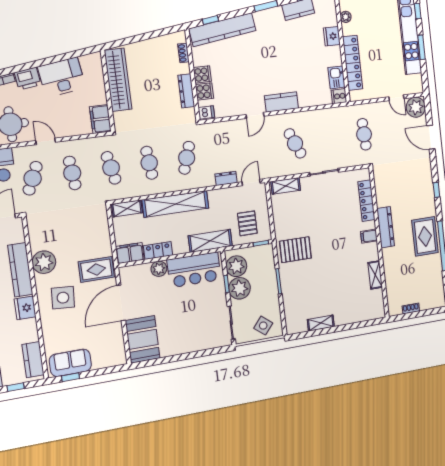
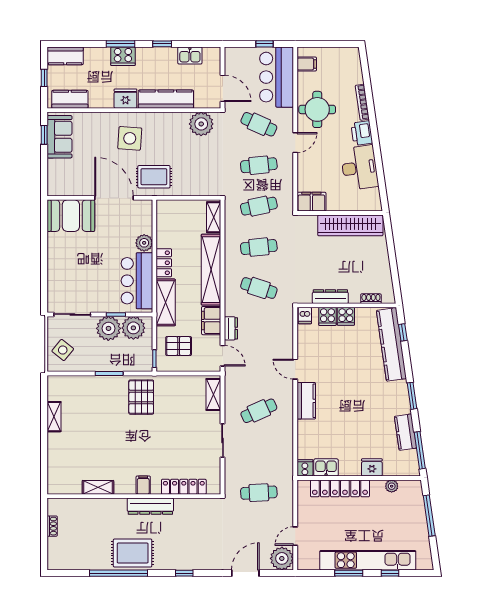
locker: (158, 251) -> (164, 263), moved
filing cabinet: (130, 253) -> (211, 321), moved, turned 180
plant: (44, 262) -> (201, 124), moved
rug: (96, 269) -> (154, 177), turned 90

